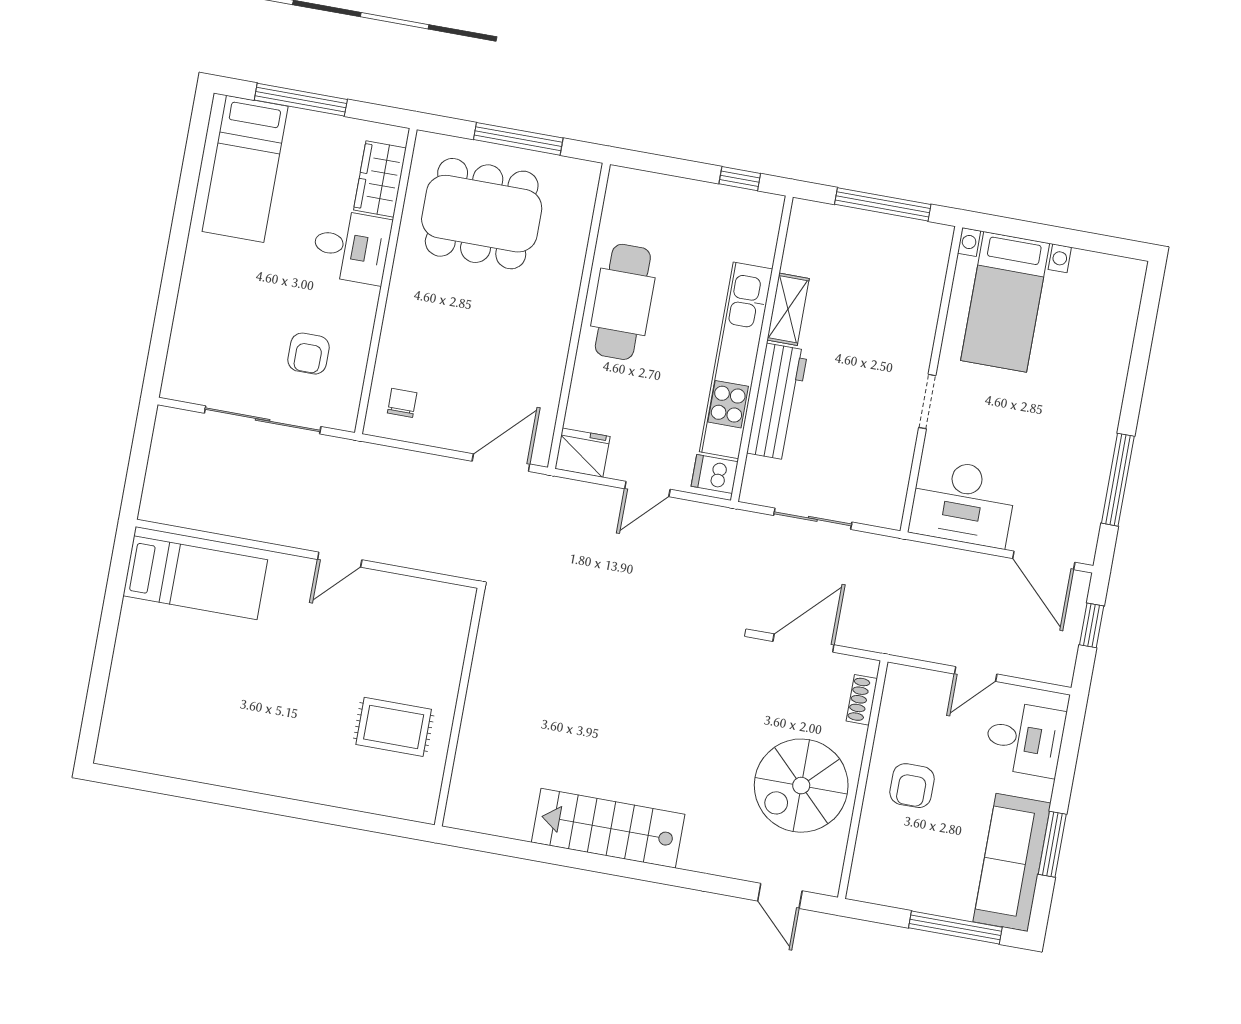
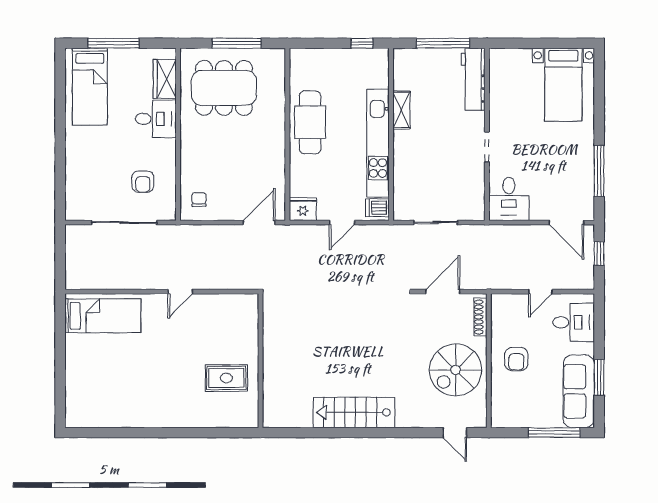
bed with nightstands: (1005, 302) -> (563, 85), moved
workbench: (777, 402) -> (473, 79), moved, turned 180
desk: (963, 503) -> (509, 199), width x0.73
shoe rack: (862, 700) -> (480, 317), width x1.43

